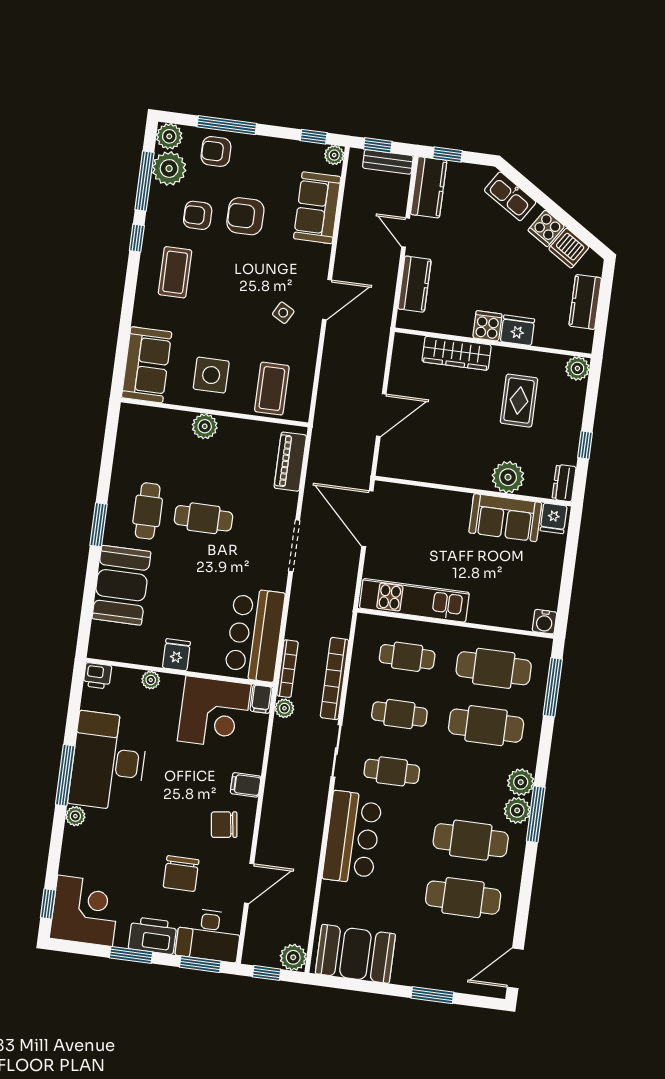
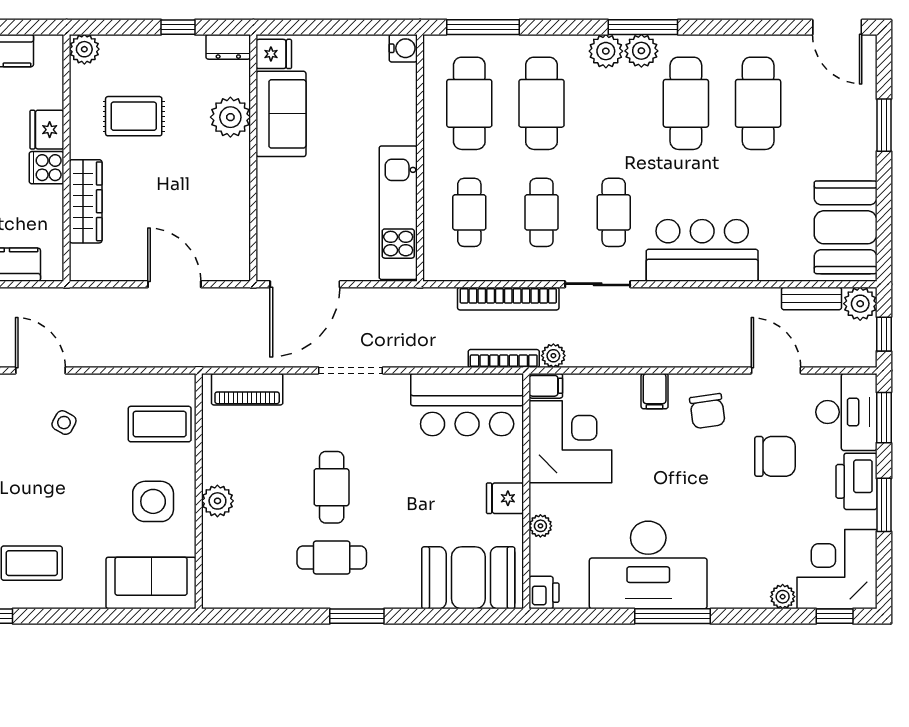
booth: (121, 585) -> (468, 578), moved
plant: (75, 816) -> (783, 597), moved
bench: (302, 919) -> (811, 299), added

